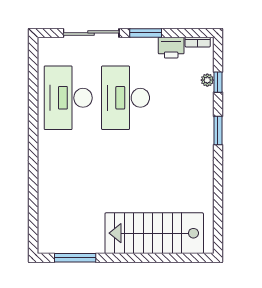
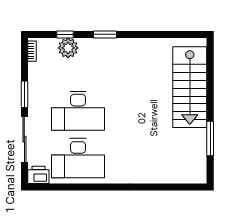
printer: (171, 48) -> (38, 175), moved, turned -90
plant: (207, 80) -> (68, 48), width x1.88, depth x1.88
window: (75, 258) -> (210, 139), moved

